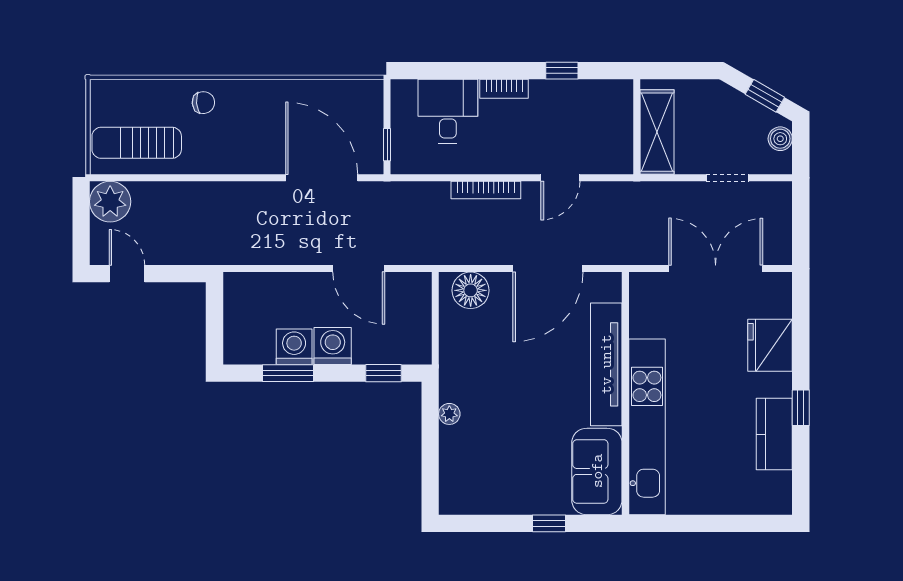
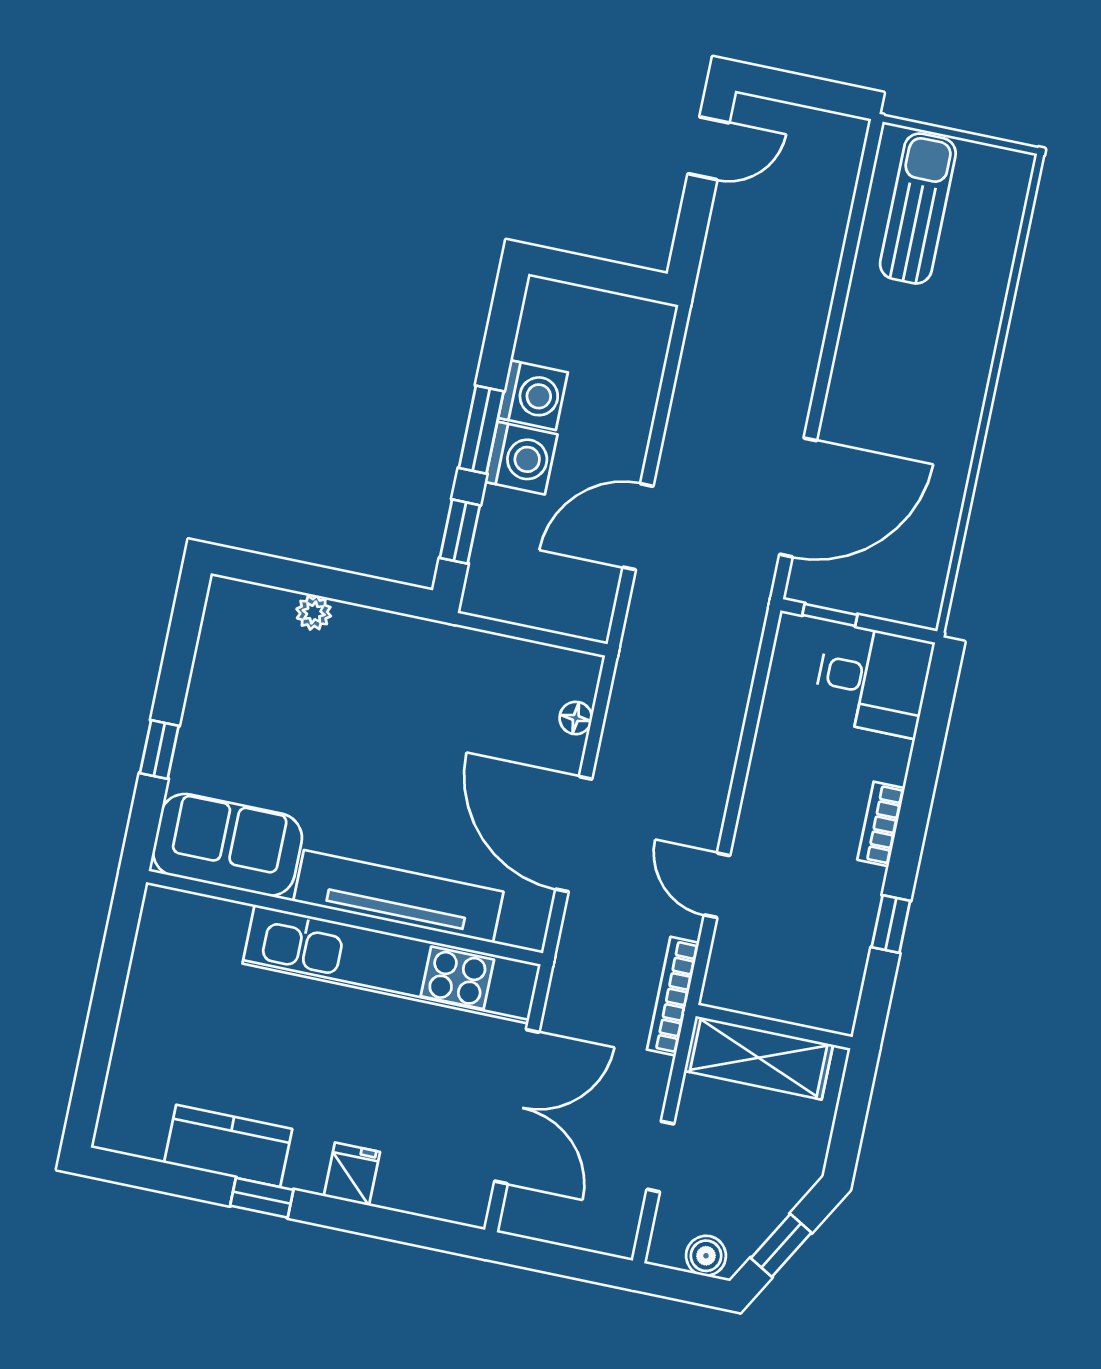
chair: (203, 103) -> (961, 331), removed
desk: (448, 111) -> (873, 680), moved
bookcase: (486, 190) -> (673, 996), moved
plant: (110, 202) -> (831, 145), removed
floor lamp: (471, 290) -> (576, 718), width x0.53, depth x0.53
fridge: (770, 345) -> (352, 1174), width x0.53, depth x0.75
window: (288, 373) -> (481, 430), moved
plant: (449, 414) -> (314, 613), moved
kitchen unit: (647, 427) -> (392, 964), moved

